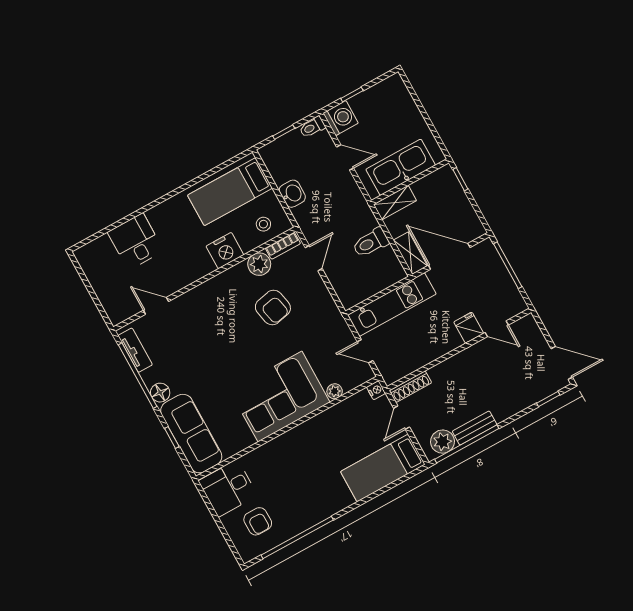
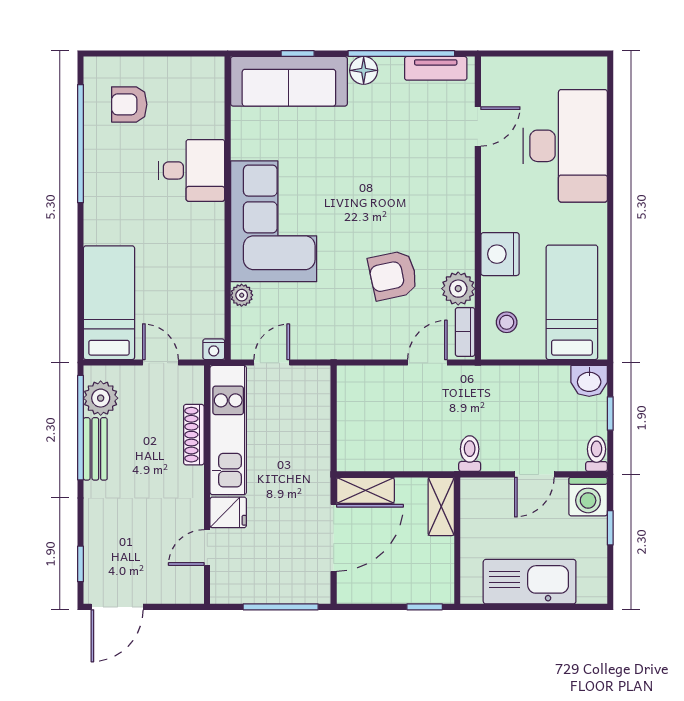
kitchen sink: (401, 167) -> (530, 582), moved, turned -90
washbasin: (292, 194) -> (589, 381), moved
desk: (136, 242) -> (565, 146), width x1.87, depth x1.30
toilet: (371, 243) -> (470, 454), moved, width x0.73, depth x0.72
door: (314, 258) -> (427, 363), swing flipped
kitchen unit: (392, 305) -> (228, 430), moved, turned 180
shoe rack: (410, 387) -> (194, 435), moved
desk: (228, 488) -> (191, 170), moved, turned 90

